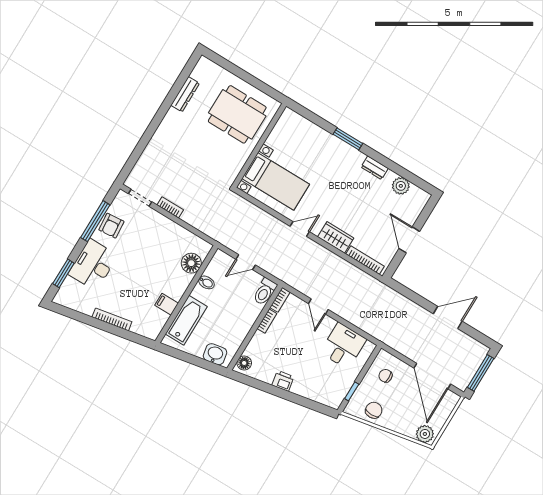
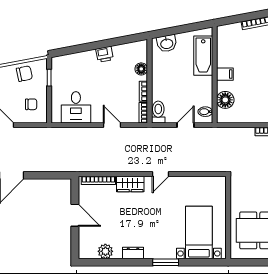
bed with nightstands: (276, 181) -> (199, 232), moved, turned 90
bidet: (206, 282) -> (205, 112), moved
filing cabinet: (167, 304) -> (225, 74), moved
floor lamp: (244, 363) -> (141, 69), moved
chair: (374, 410) -> (24, 74), turned -102

